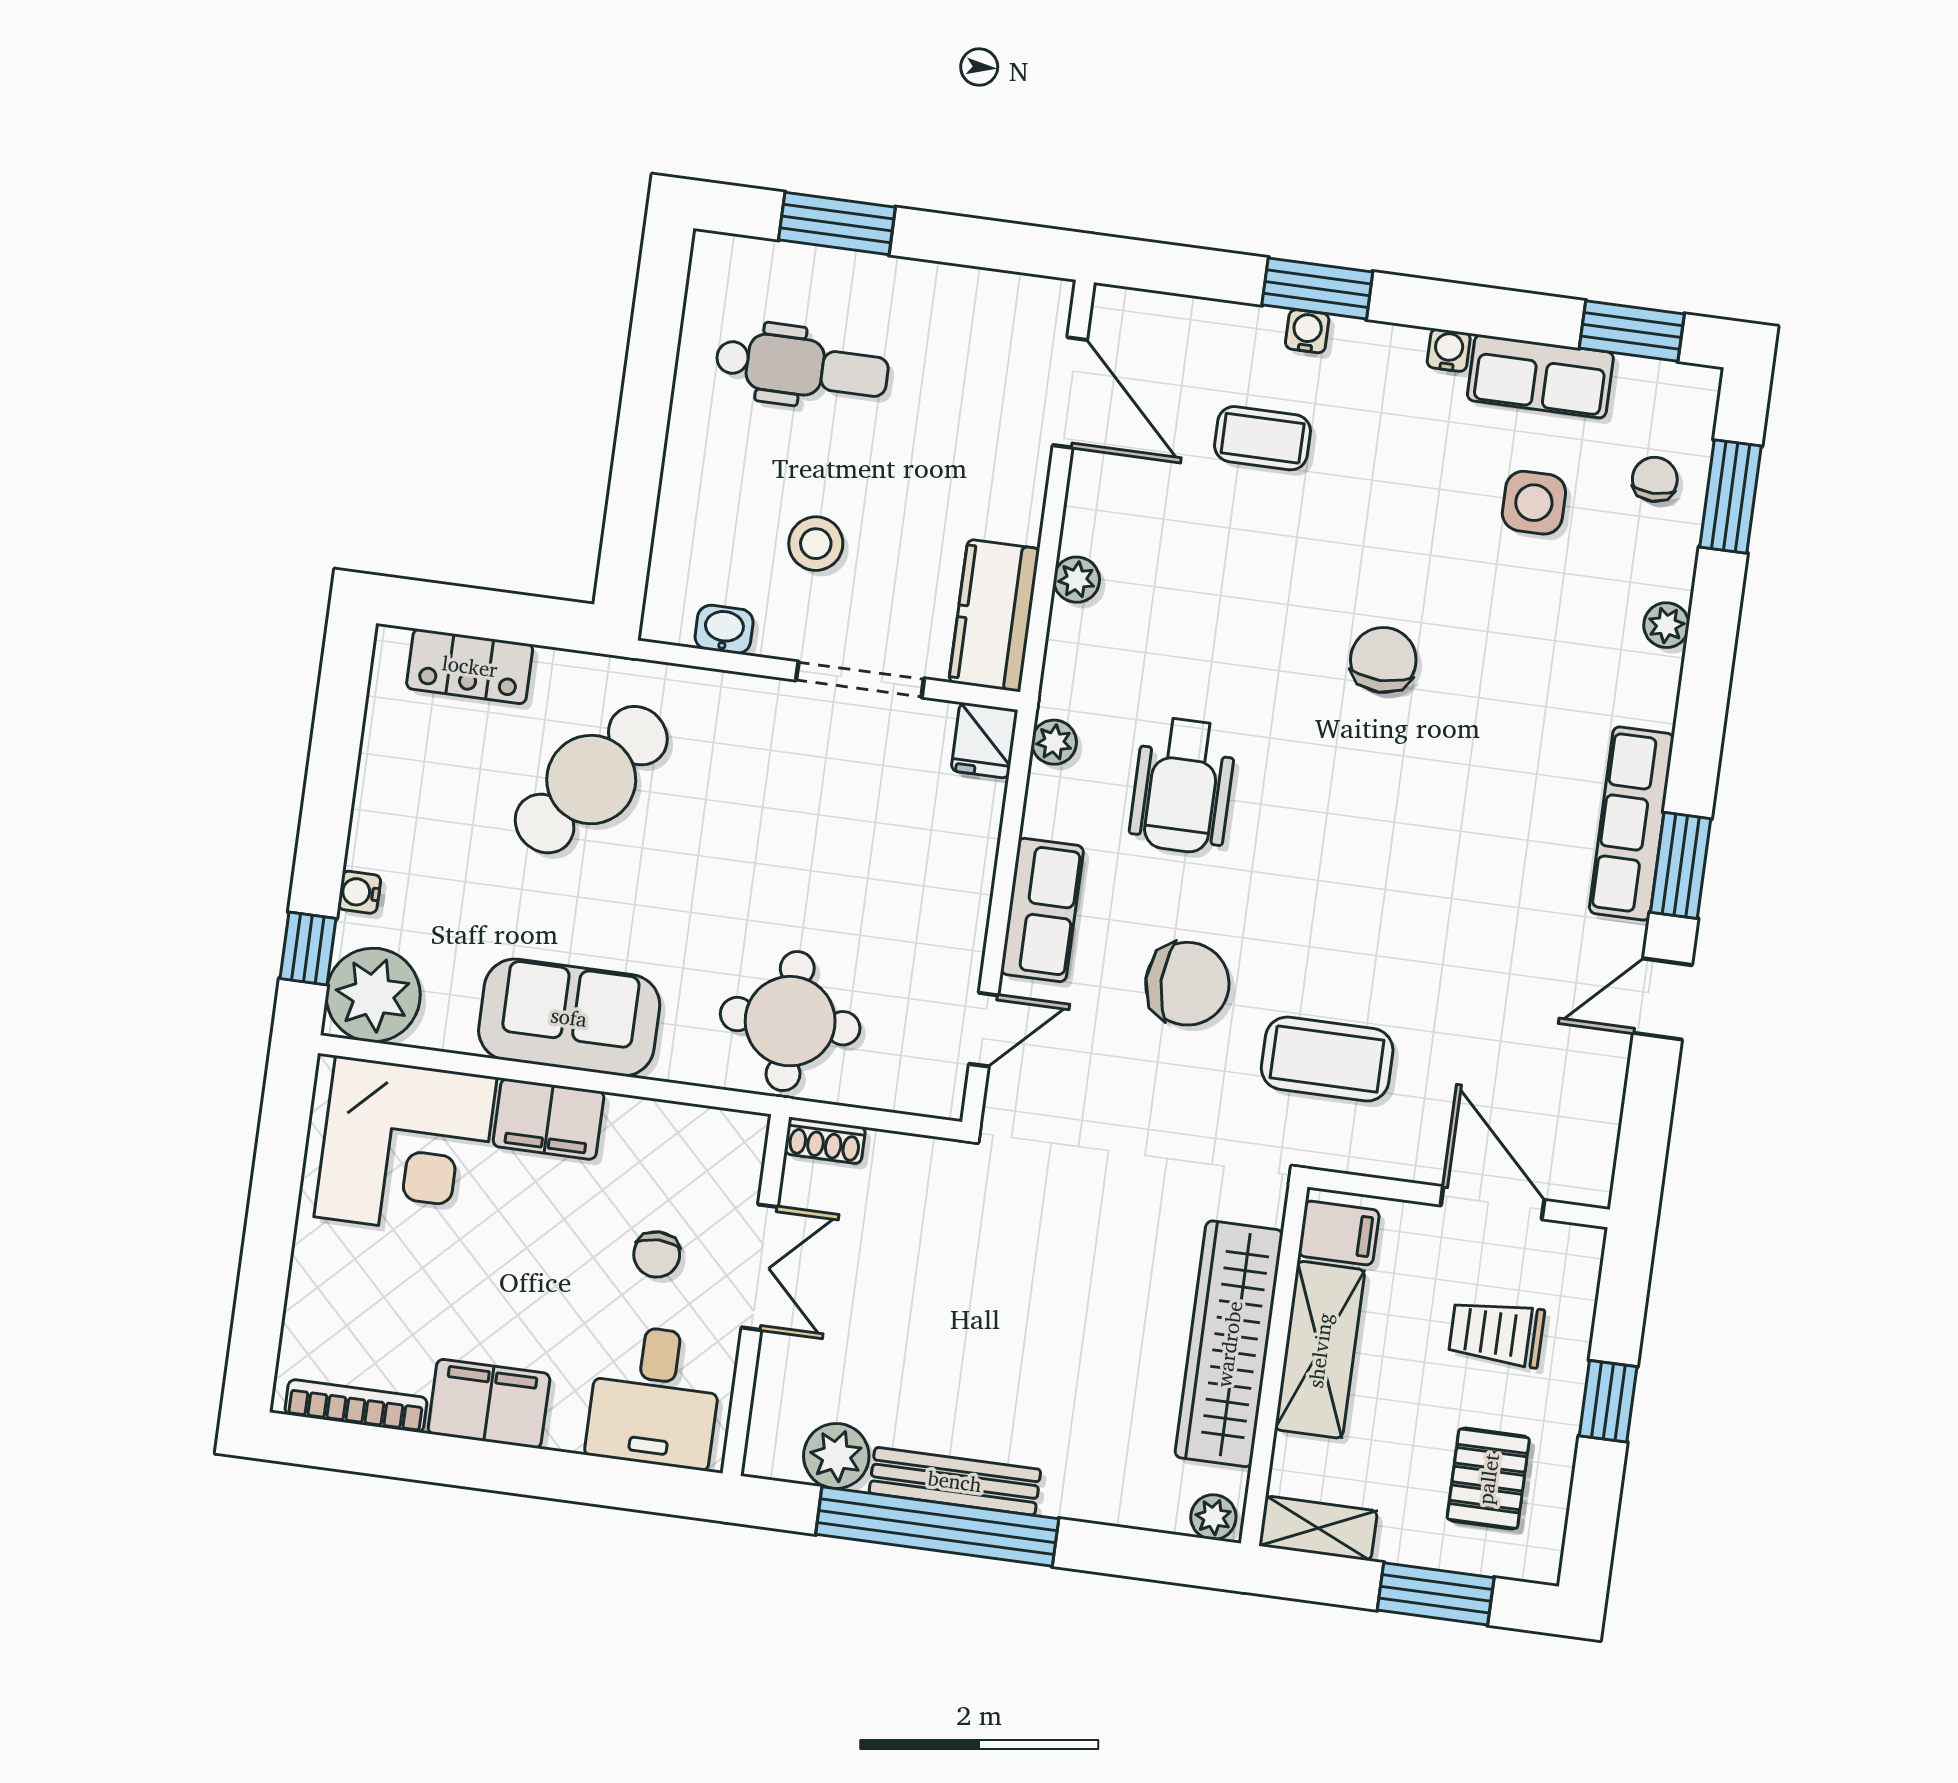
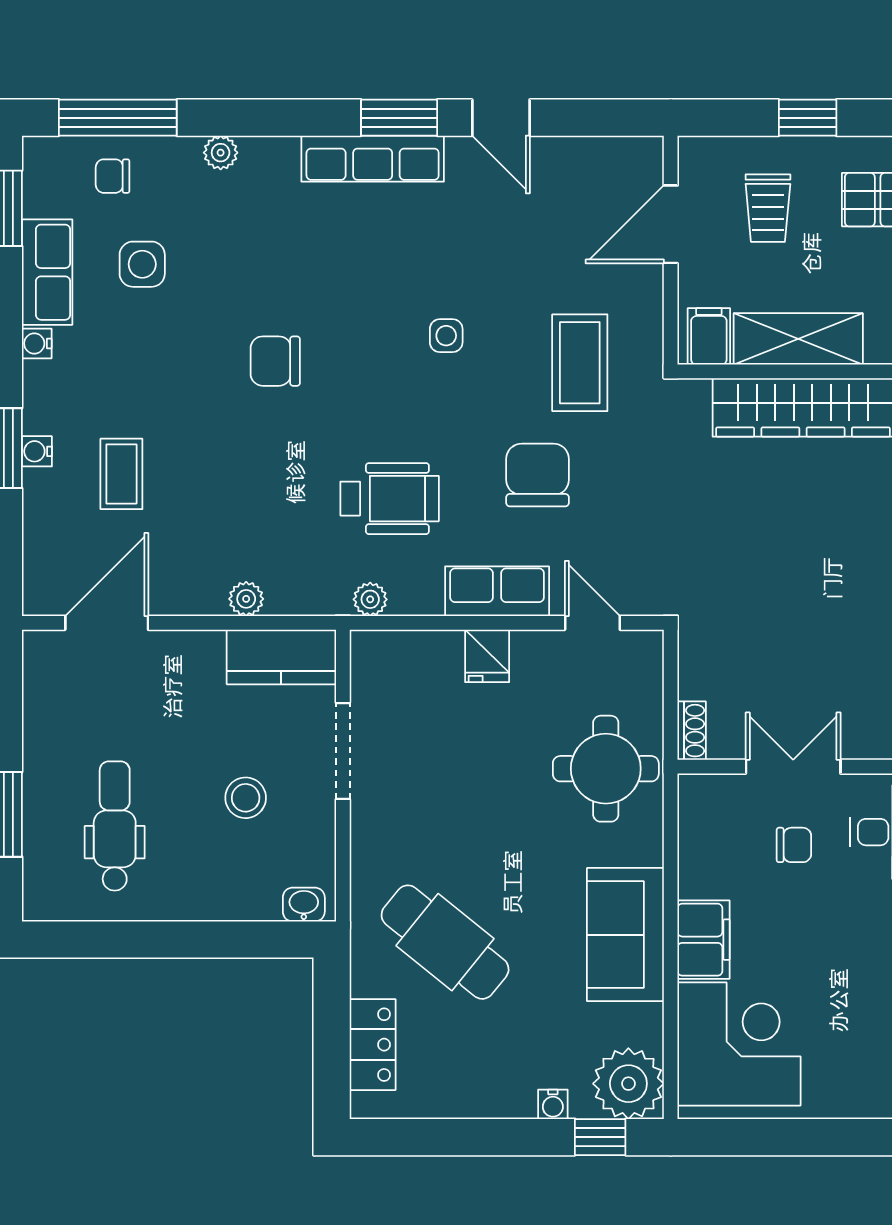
window: (1730, 496) -> (118, 118), width x1.44
washbasin: (724, 629) -> (304, 905), moved, turned 90
fridge: (984, 740) -> (487, 656), moved, turned 90
side table: (1386, 889) -> (446, 336), added

